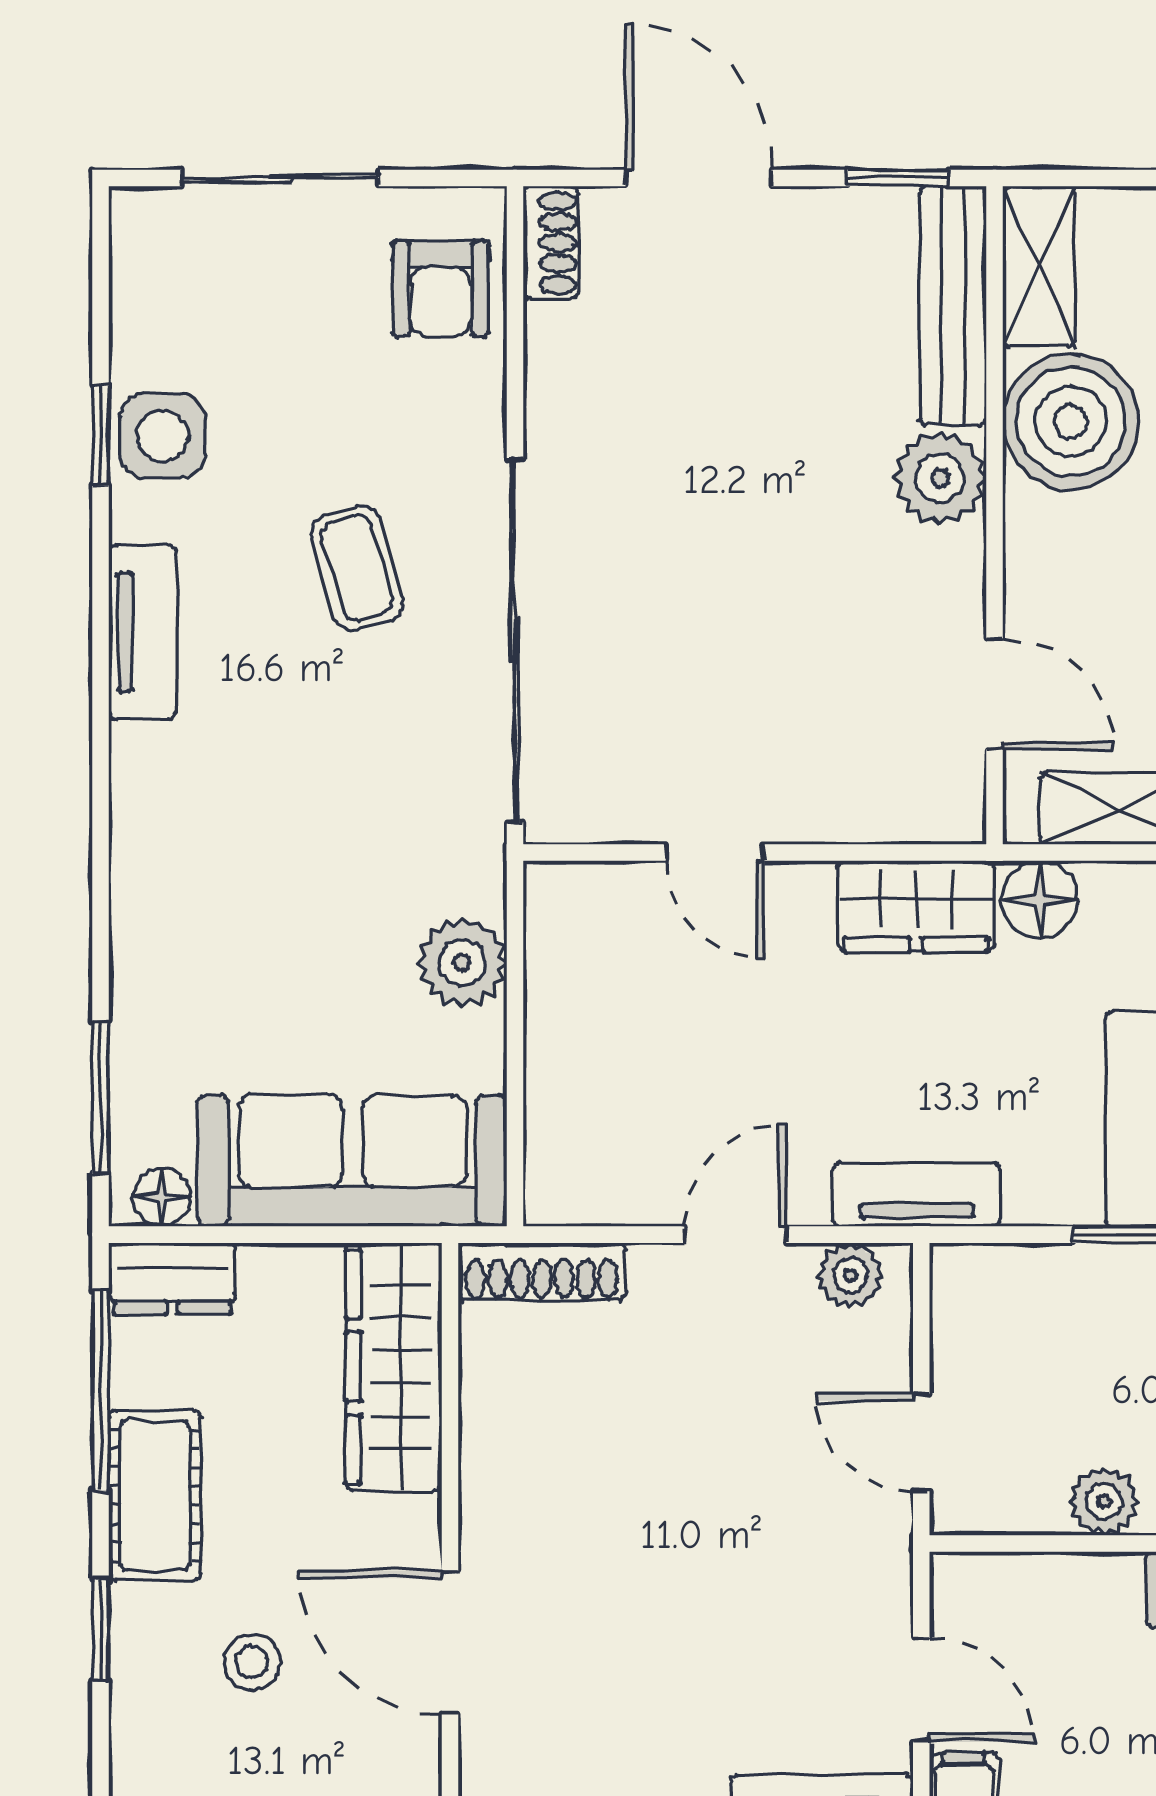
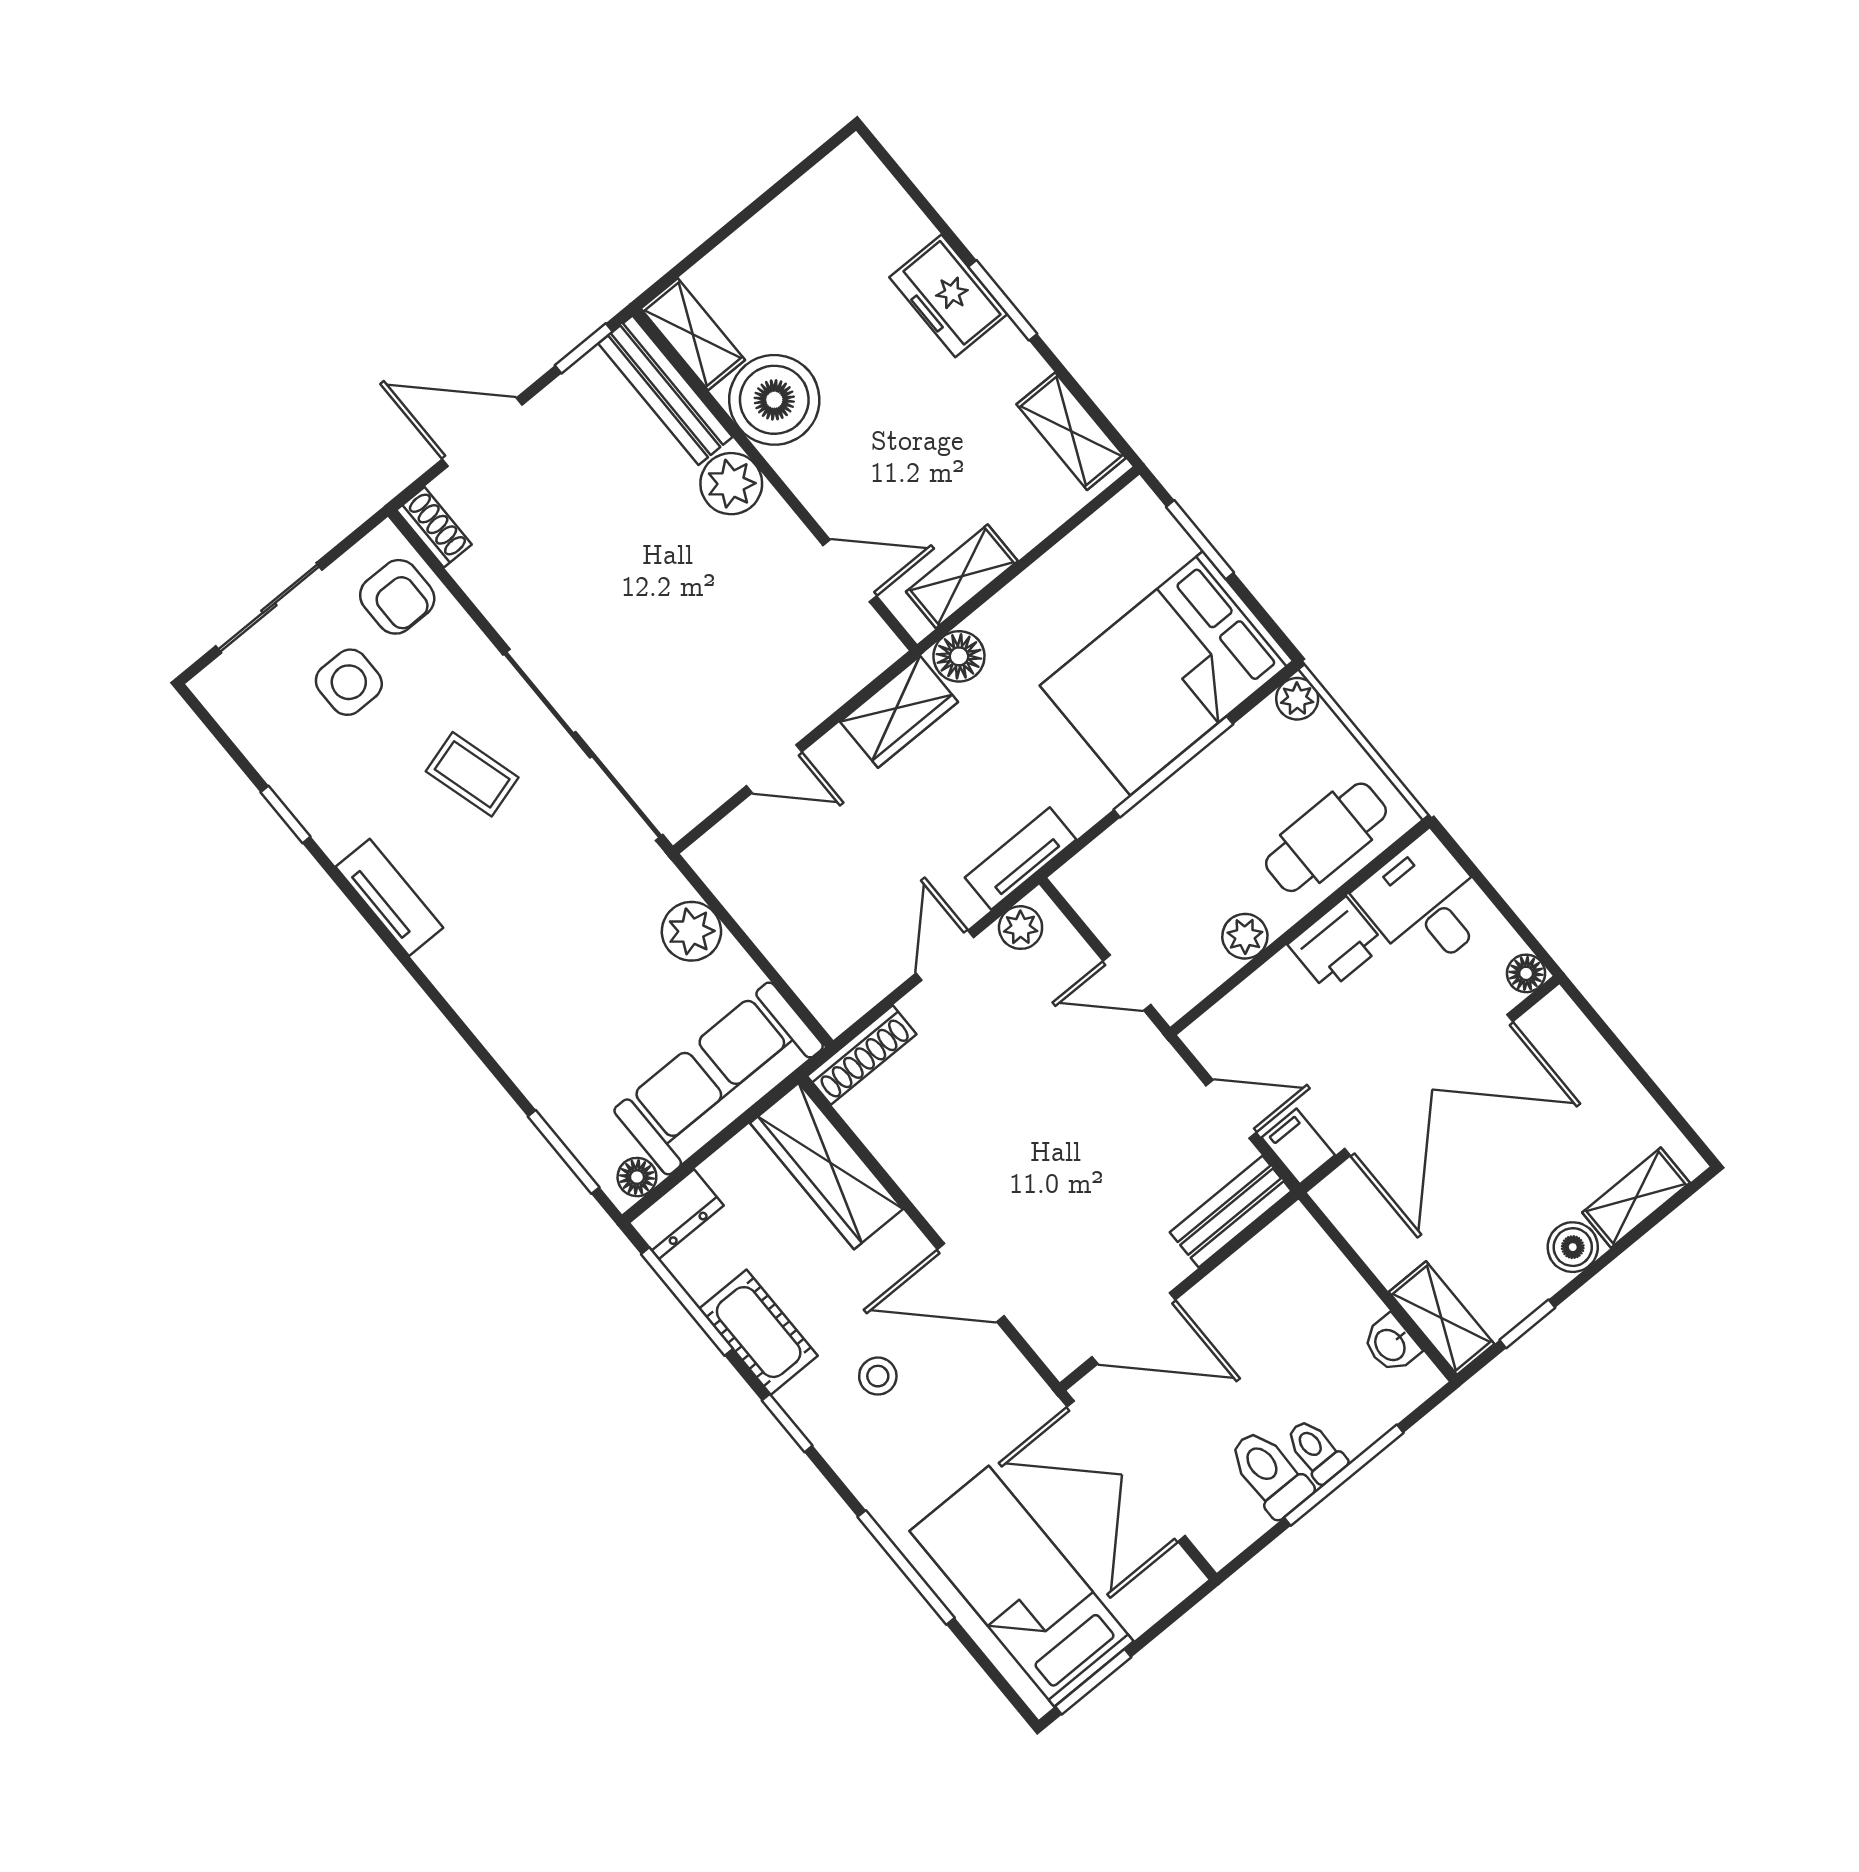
side table: (162, 436) -> (349, 682), moved

